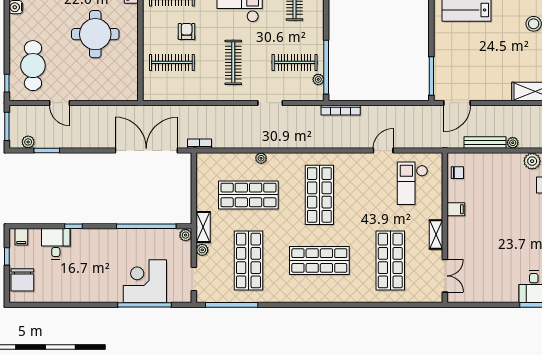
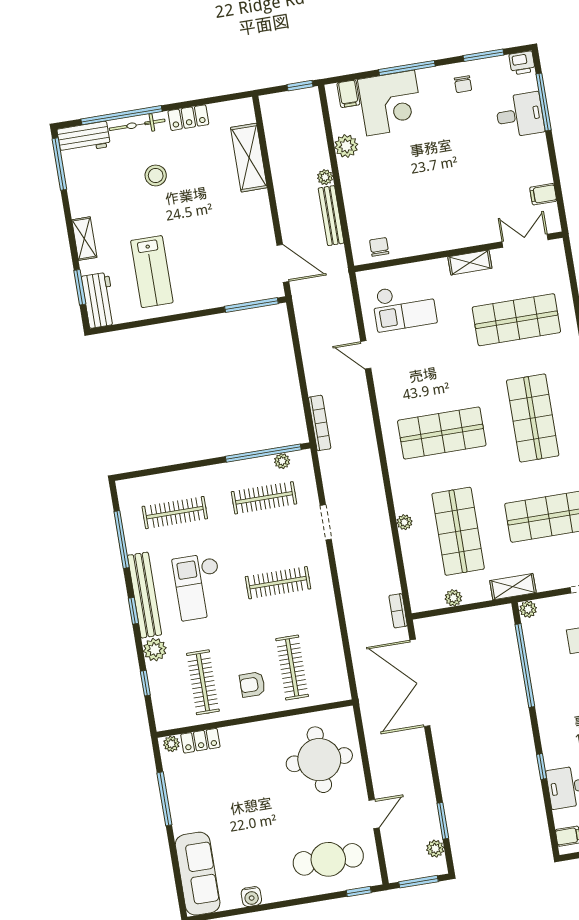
armchair: (187, 31) -> (252, 684), moved
round table: (95, 34) -> (319, 760), moved
clothes rail: (295, 62) -> (264, 498), turned 90
filing cabinet: (456, 209) -> (543, 194), moved, turned -90
plant: (202, 250) -> (453, 598), moved

